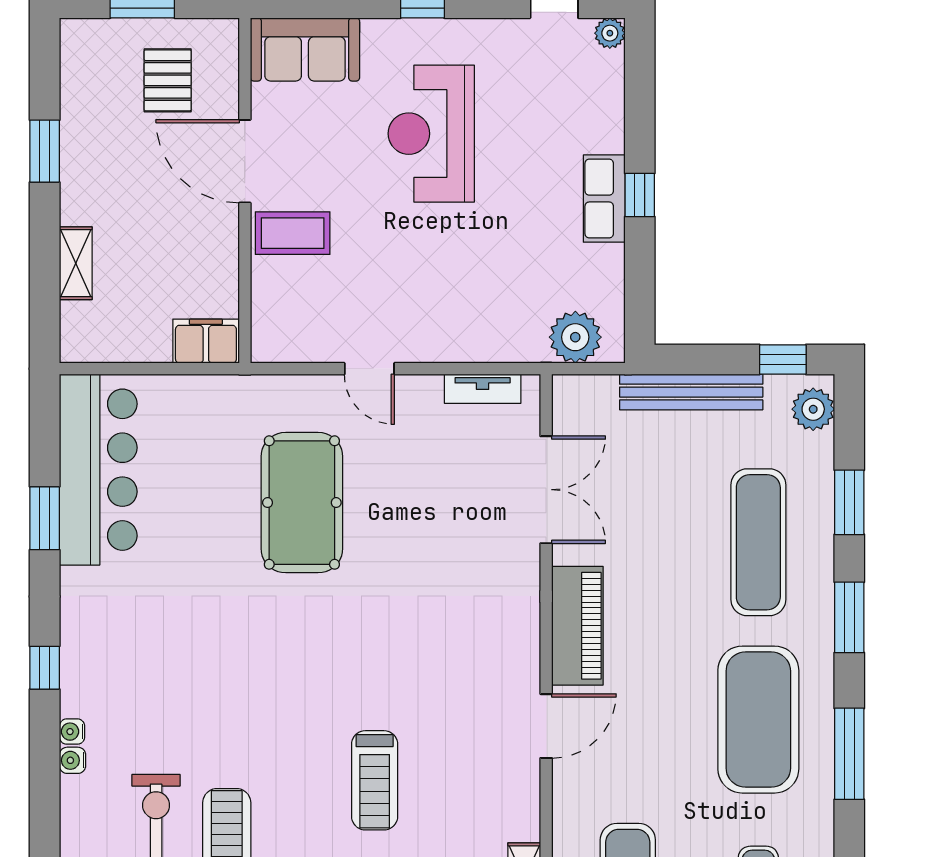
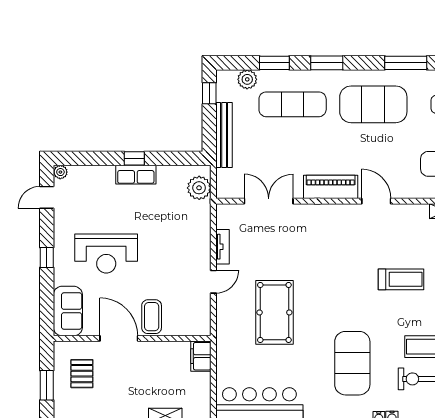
pallet: (168, 80) -> (82, 374), turned 90
door: (245, 161) -> (119, 338), swing flipped
tv unit: (483, 389) -> (223, 247), moved
plant: (813, 409) -> (247, 79), moved
pool table: (302, 503) -> (274, 312), turned 90
exercise mat: (191, 673) -> (352, 363), added
window: (849, 754) -> (406, 63), moved

